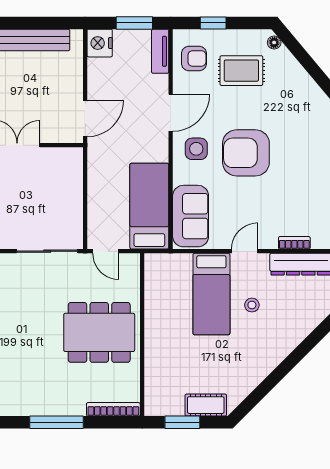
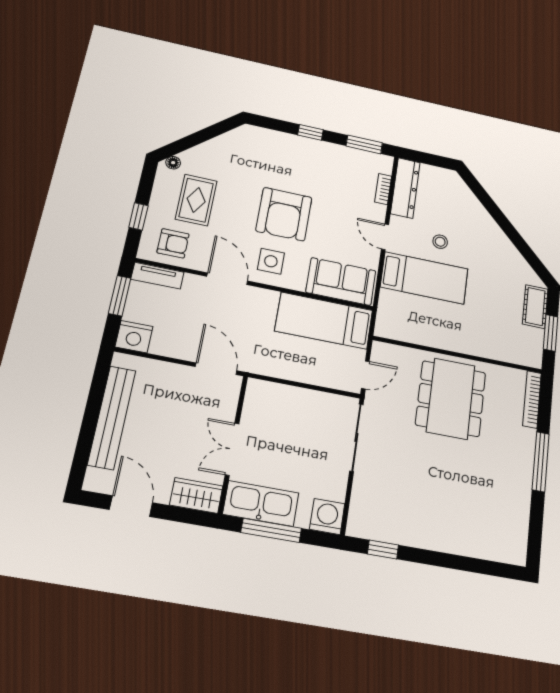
armchair: (194, 58) -> (173, 243), turned 90

